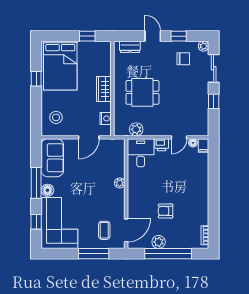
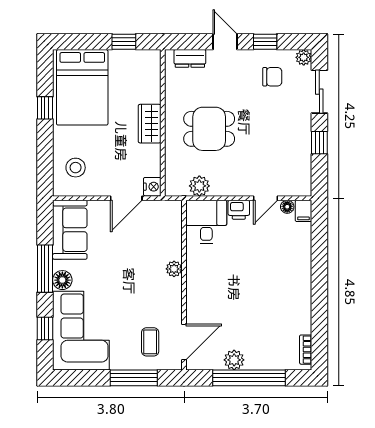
nightstand: (106, 118) -> (152, 187), moved
armchair: (166, 211) -> (245, 312), removed

